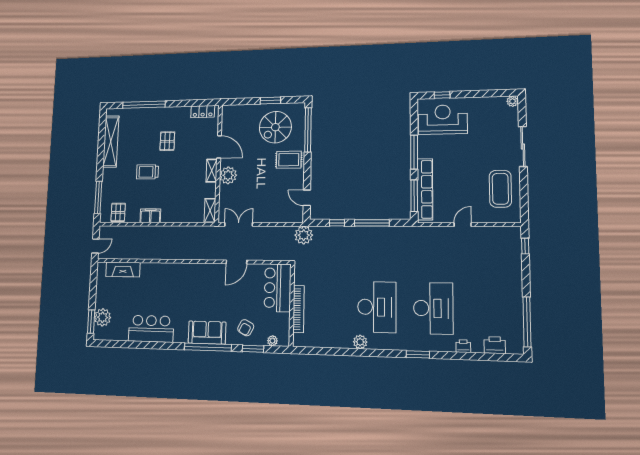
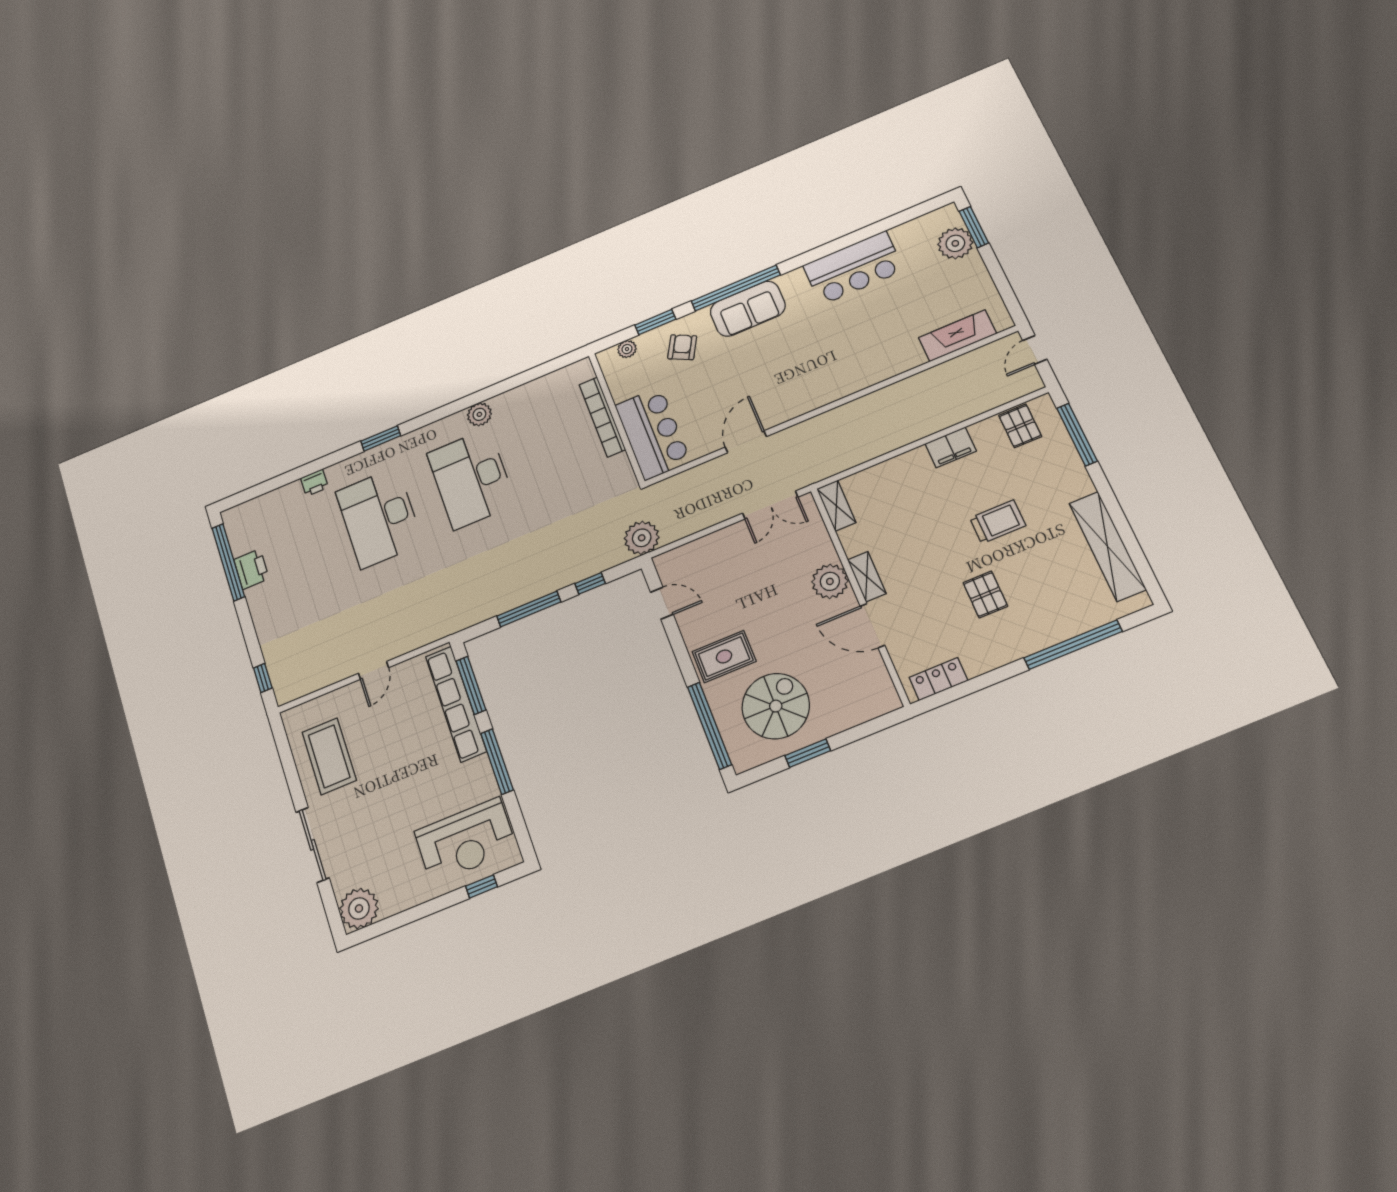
plant: (513, 101) -> (359, 908), width x1.88, depth x1.88
printer: (495, 345) -> (251, 569), moved, turned -90

